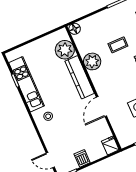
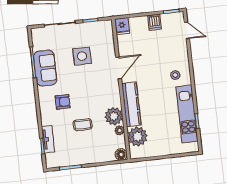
plant: (83, 50) -> (120, 130), added

